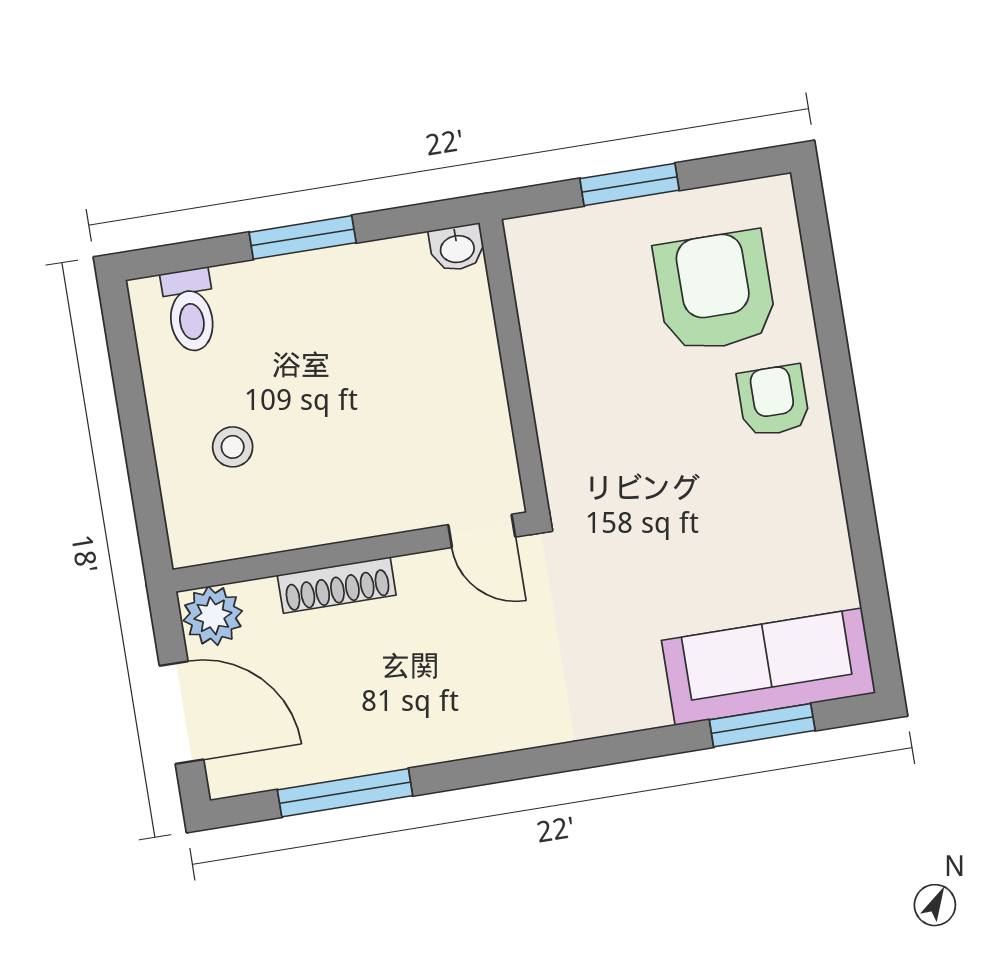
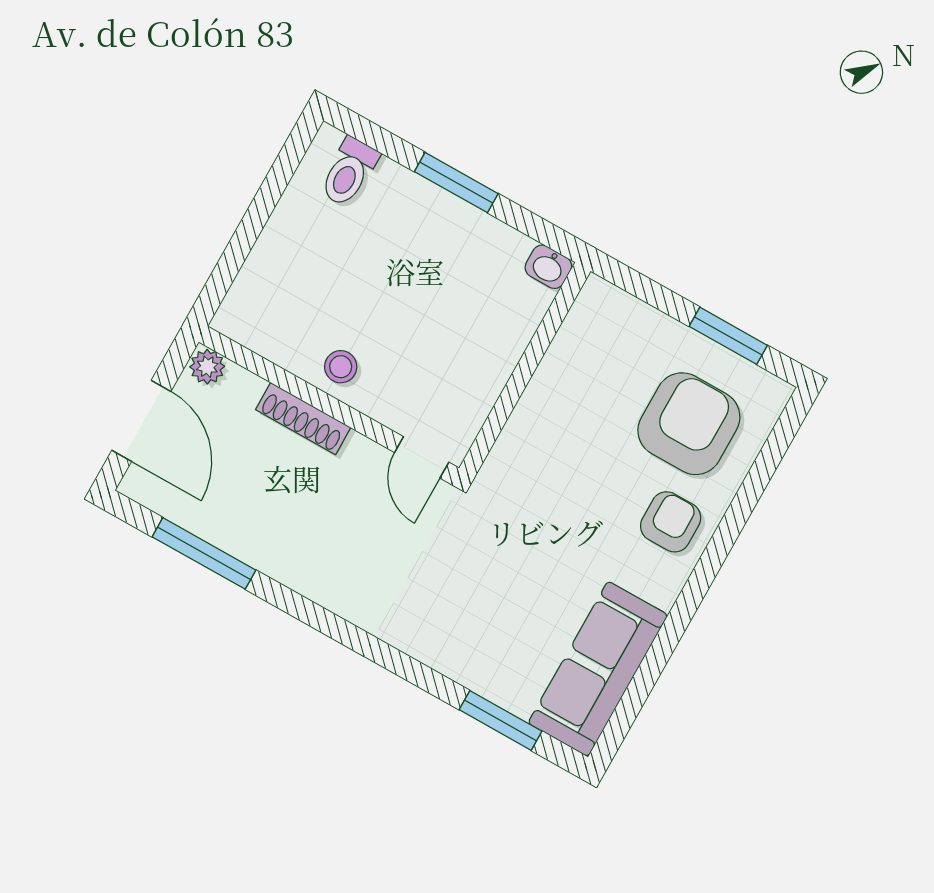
window: (629, 184) -> (728, 336), moved
stool: (233, 447) -> (341, 367), moved
plant: (213, 616) -> (207, 367), width x0.73, depth x0.73
sofa: (768, 667) -> (598, 669), moved, turned -90

